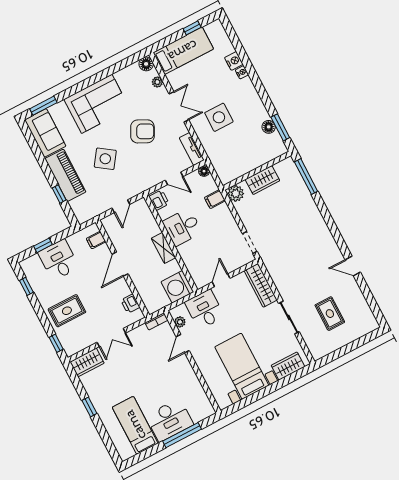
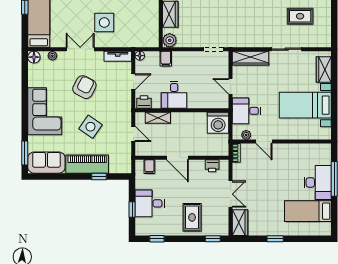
shelving: (163, 248) -> (158, 118), moved

